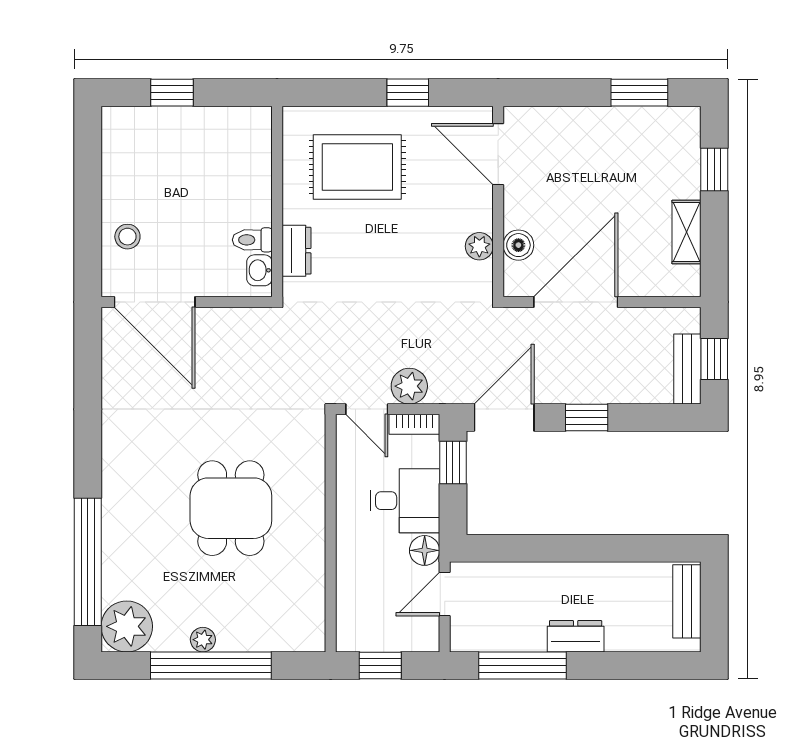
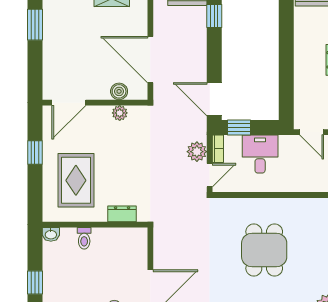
toilet: (252, 240) -> (84, 238), moved
washbasin: (259, 270) -> (51, 234), moved
window: (587, 418) -> (214, 16), moved
dining table: (231, 508) -> (264, 250), turned 90
floor lamp: (425, 550) -> (288, 143), removed

